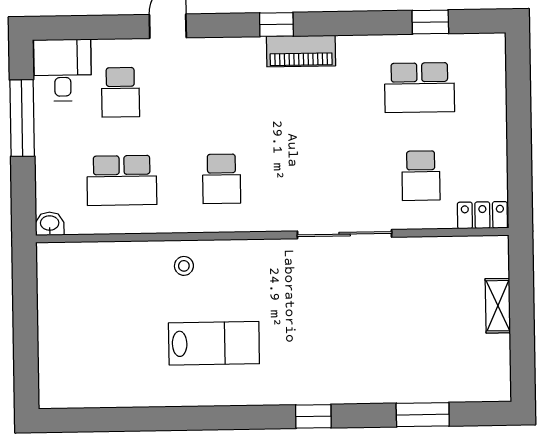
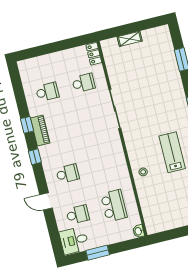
window: (430, 22) -> (27, 125), moved
piano: (301, 51) -> (40, 131), moved
school desk: (420, 88) -> (47, 92), width x0.54
window: (22, 118) -> (98, 253), width x0.69
school desk: (222, 179) -> (68, 174), moved

